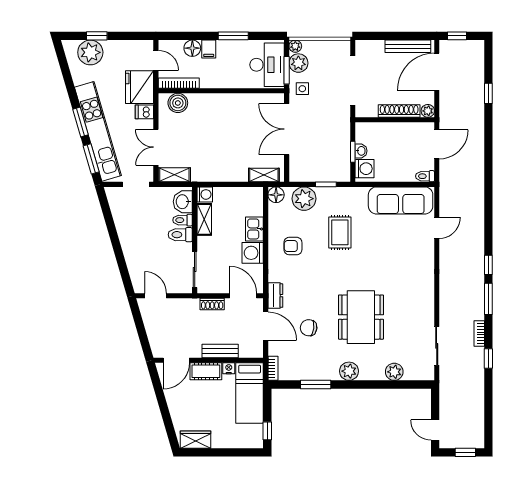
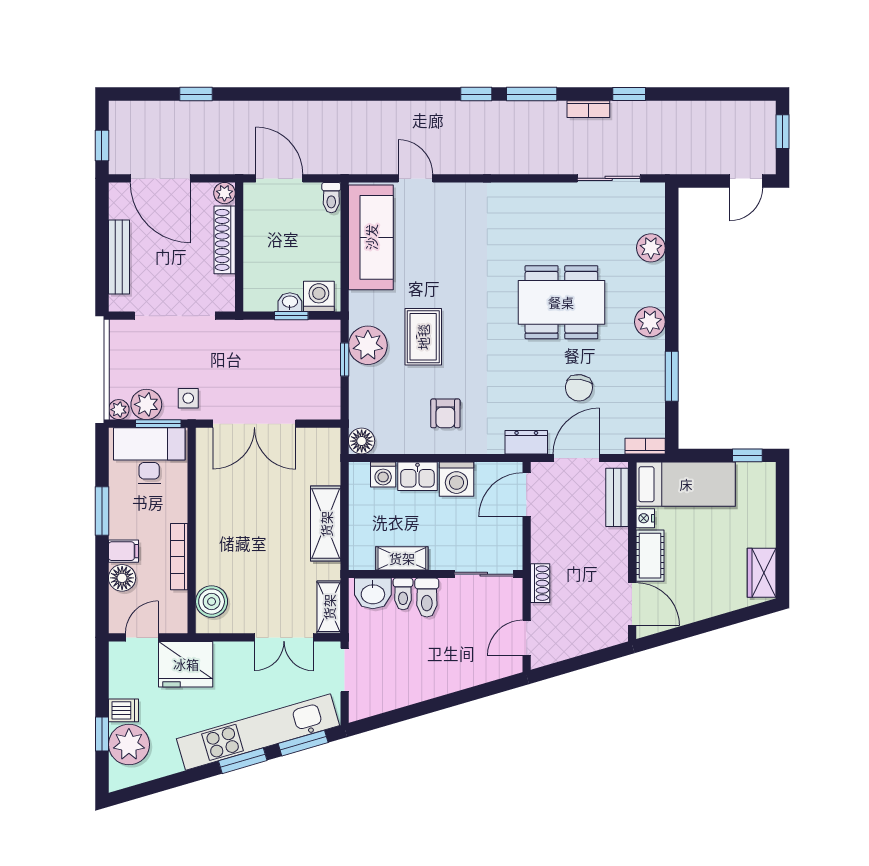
bench: (408, 46) -> (119, 257), moved
bookcase: (179, 83) -> (179, 557), moved
dishwasher: (144, 112) -> (123, 710), moved, turned -90
shelving: (264, 175) -> (326, 524), moved, width x1.50, depth x1.33
washing machine: (205, 194) -> (383, 474), moved, turned 180
plant: (304, 199) -> (368, 345), moved
rug: (340, 232) -> (423, 337), turned 90
shoe rack: (212, 304) -> (540, 583), moved
bench: (220, 351) -> (617, 497), moved

